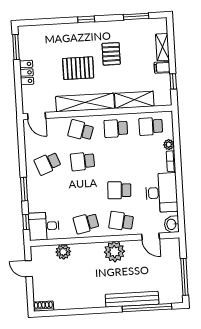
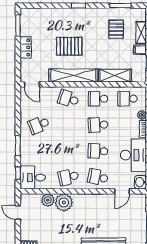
pallet: (111, 54) -> (116, 29), moved
school desk: (83, 161) -> (98, 125), moved
door: (151, 236) -> (122, 191), hinge flipped
plant: (114, 252) -> (64, 202), moved

